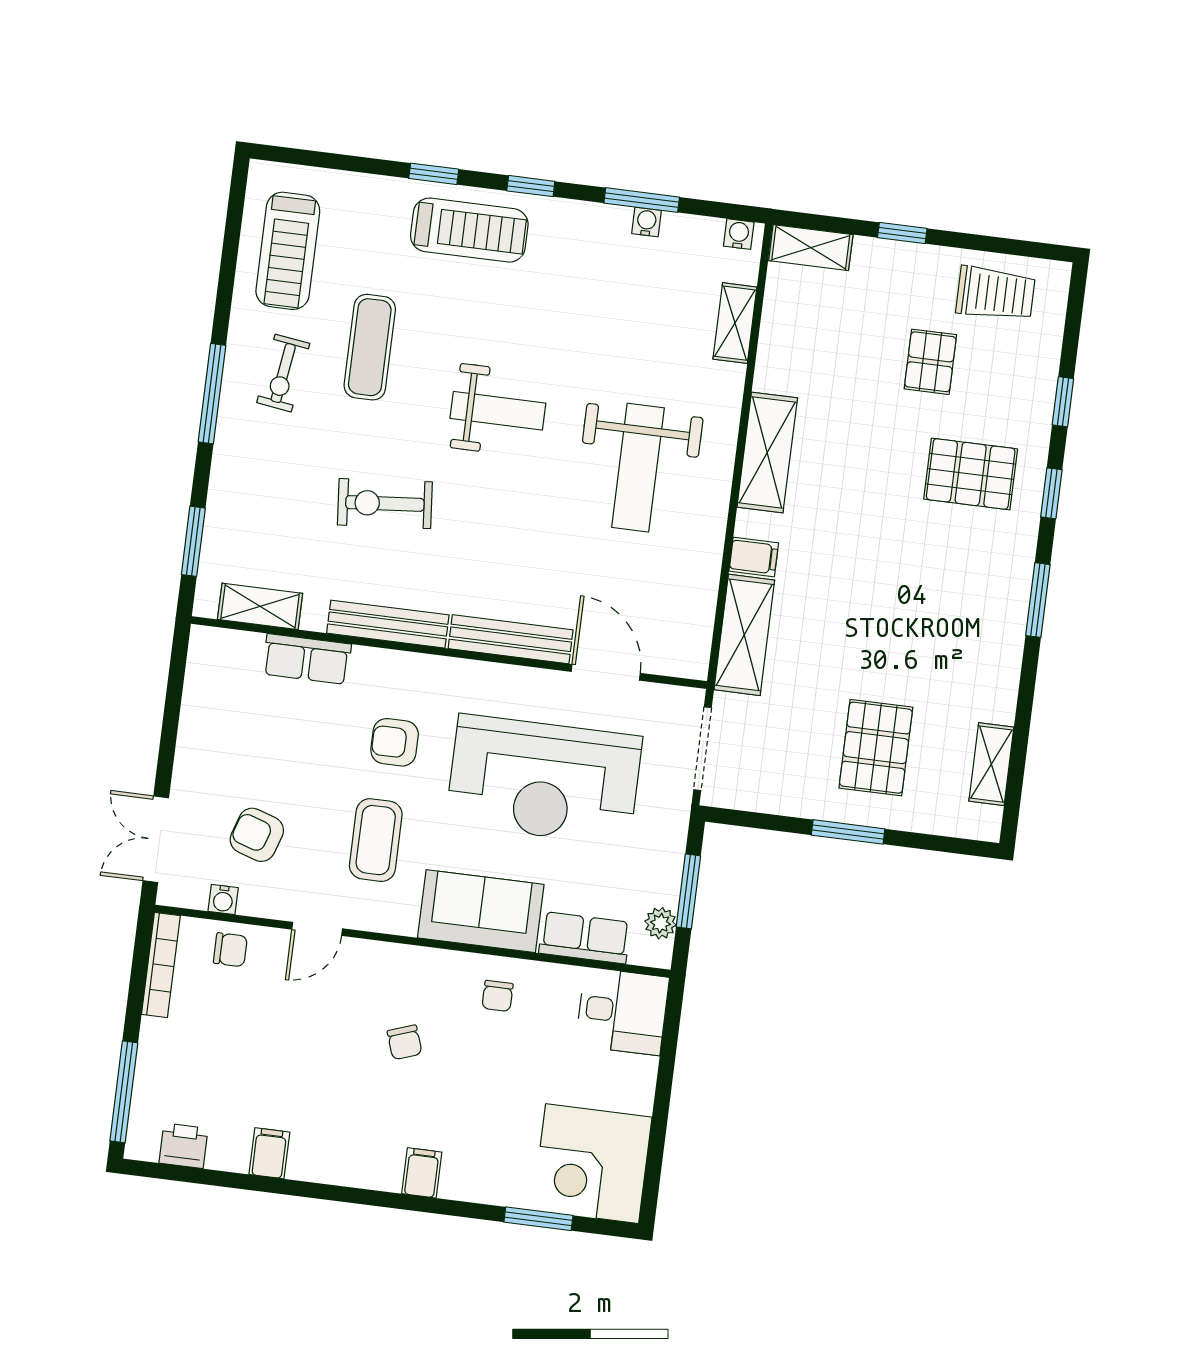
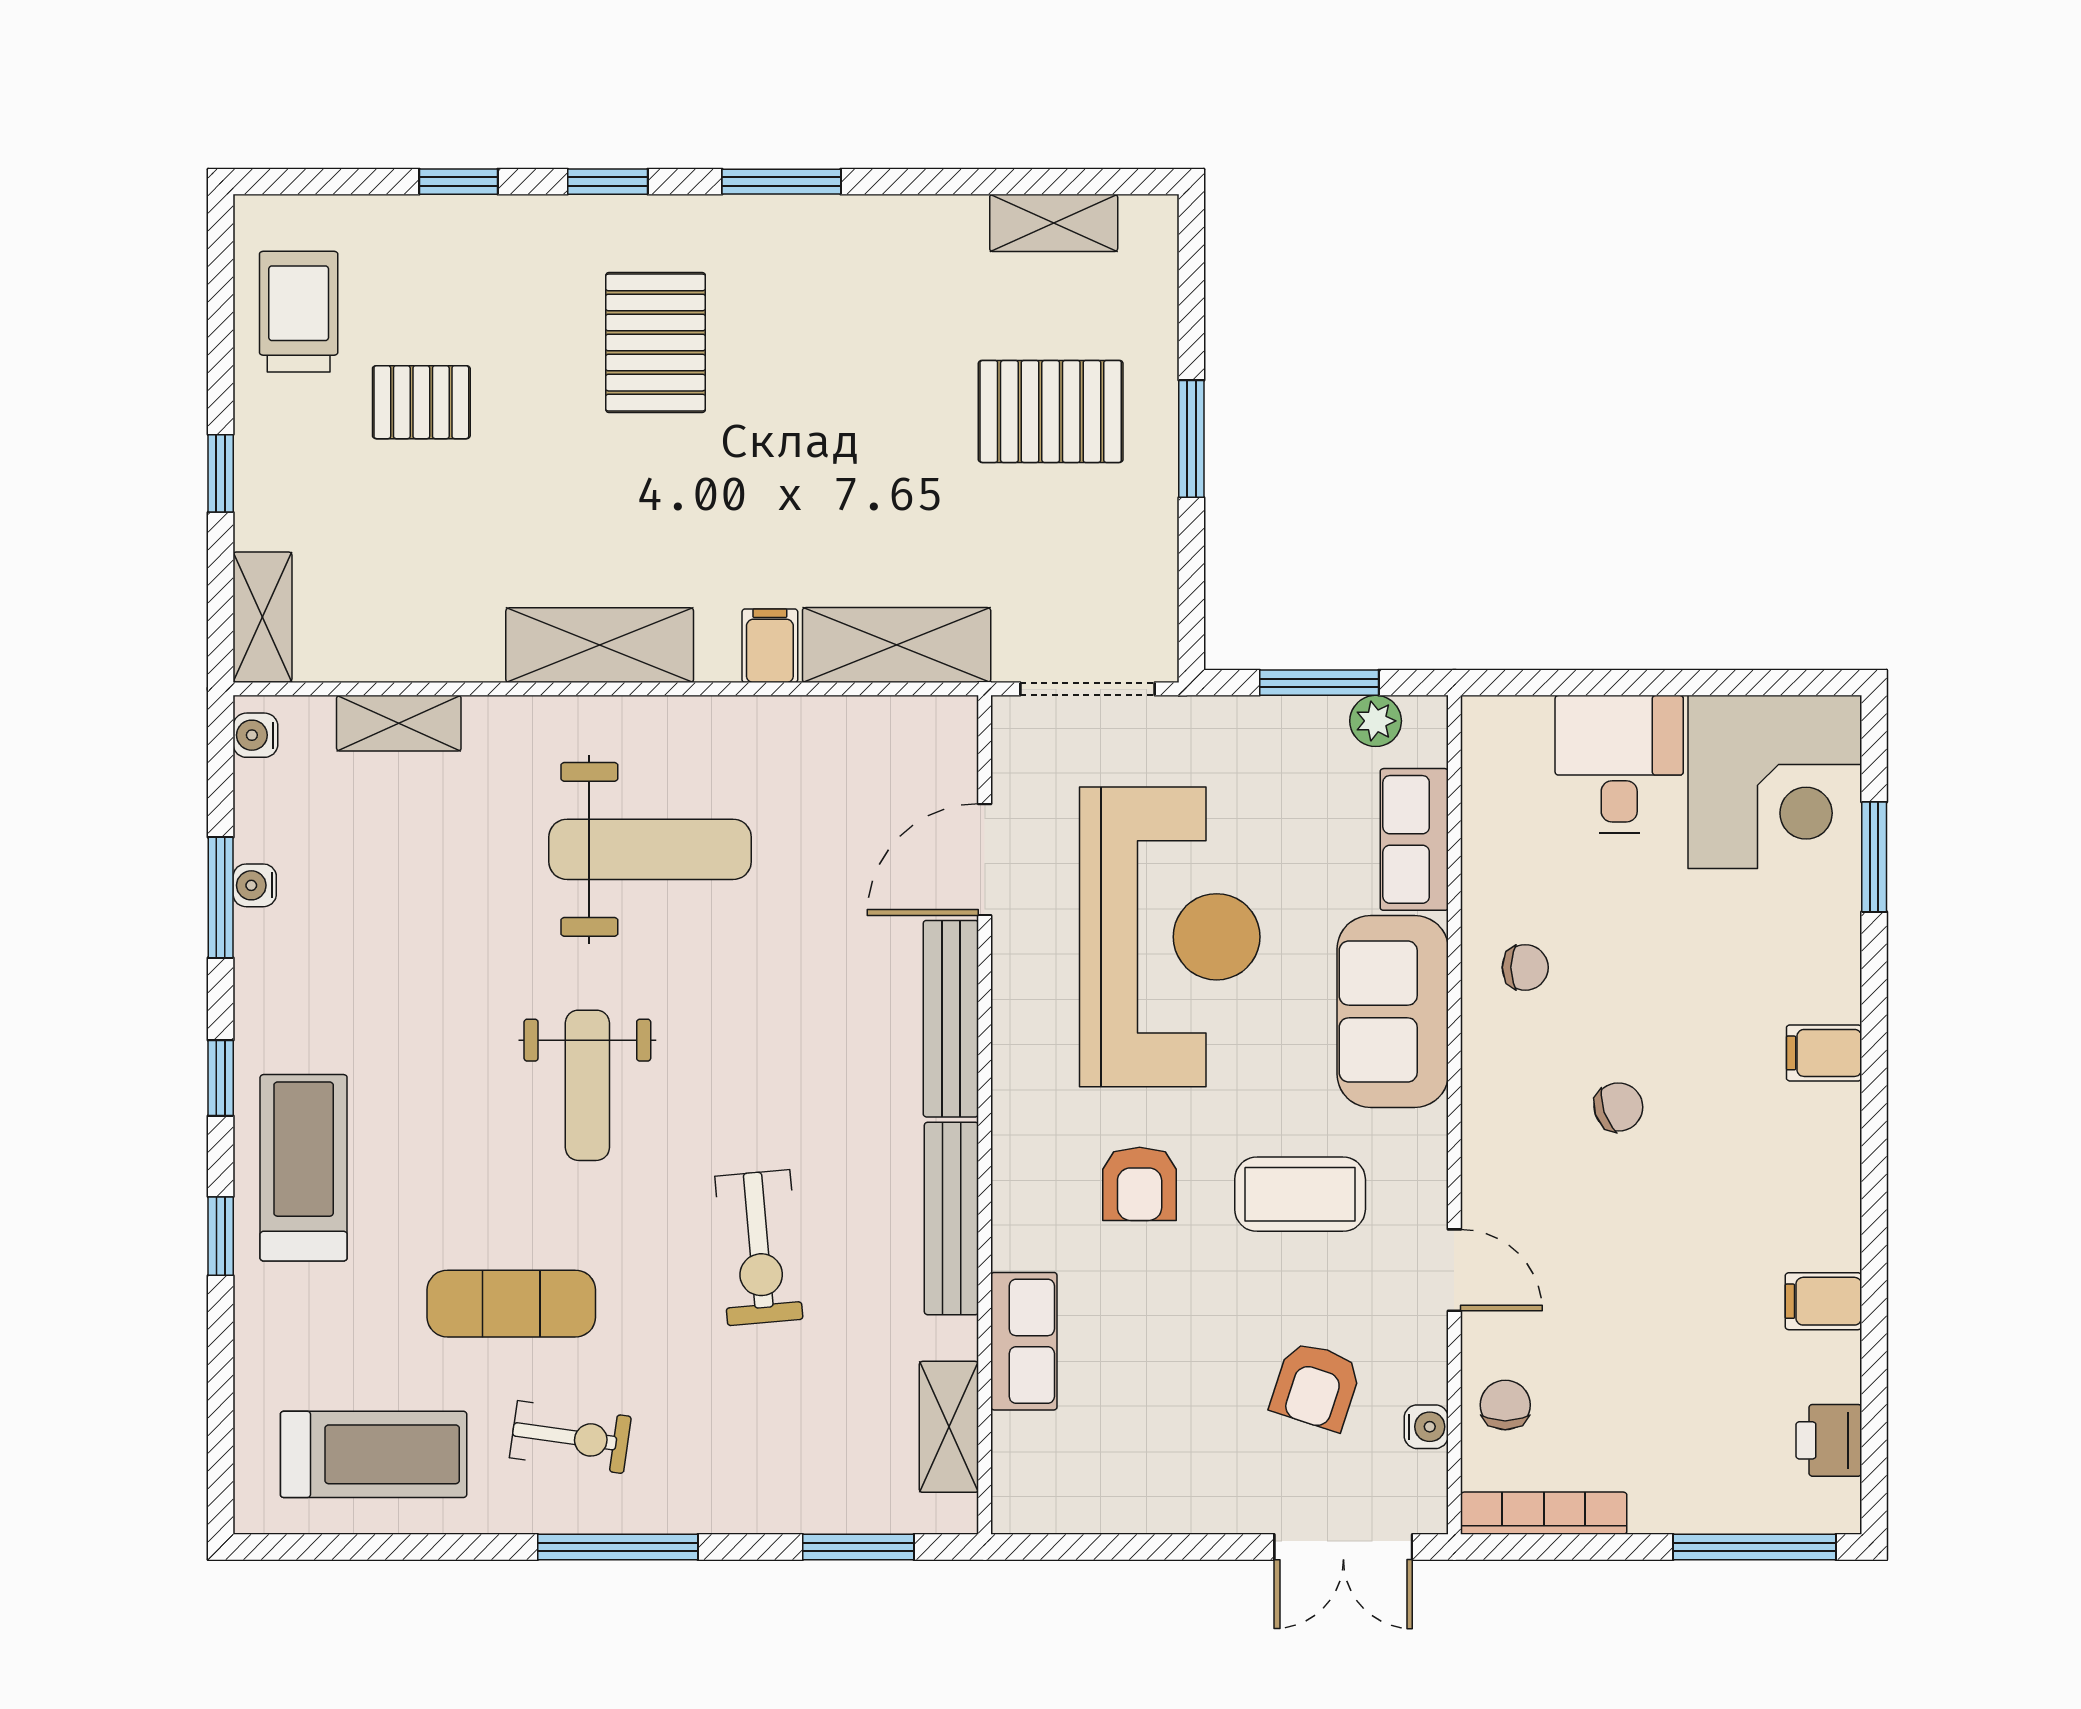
weight bench: (498, 411) -> (587, 1085), turned 180
pallet: (971, 474) -> (656, 343), moved
desk: (622, 1011) -> (1619, 764), moved

